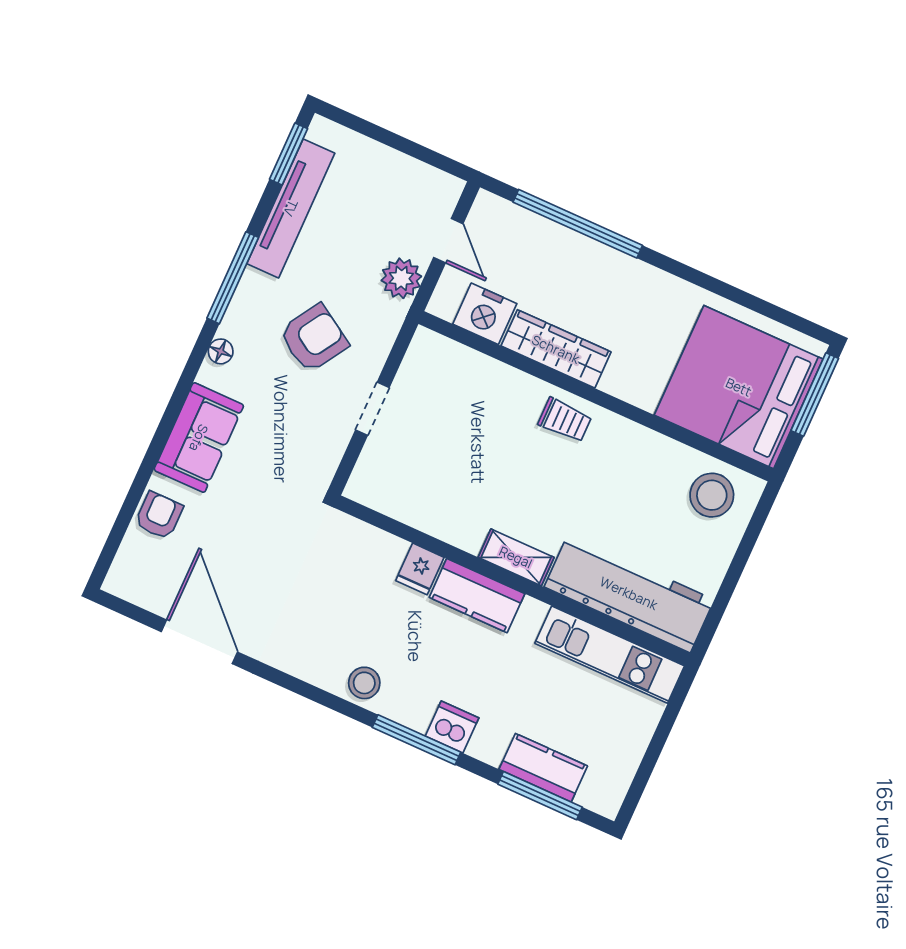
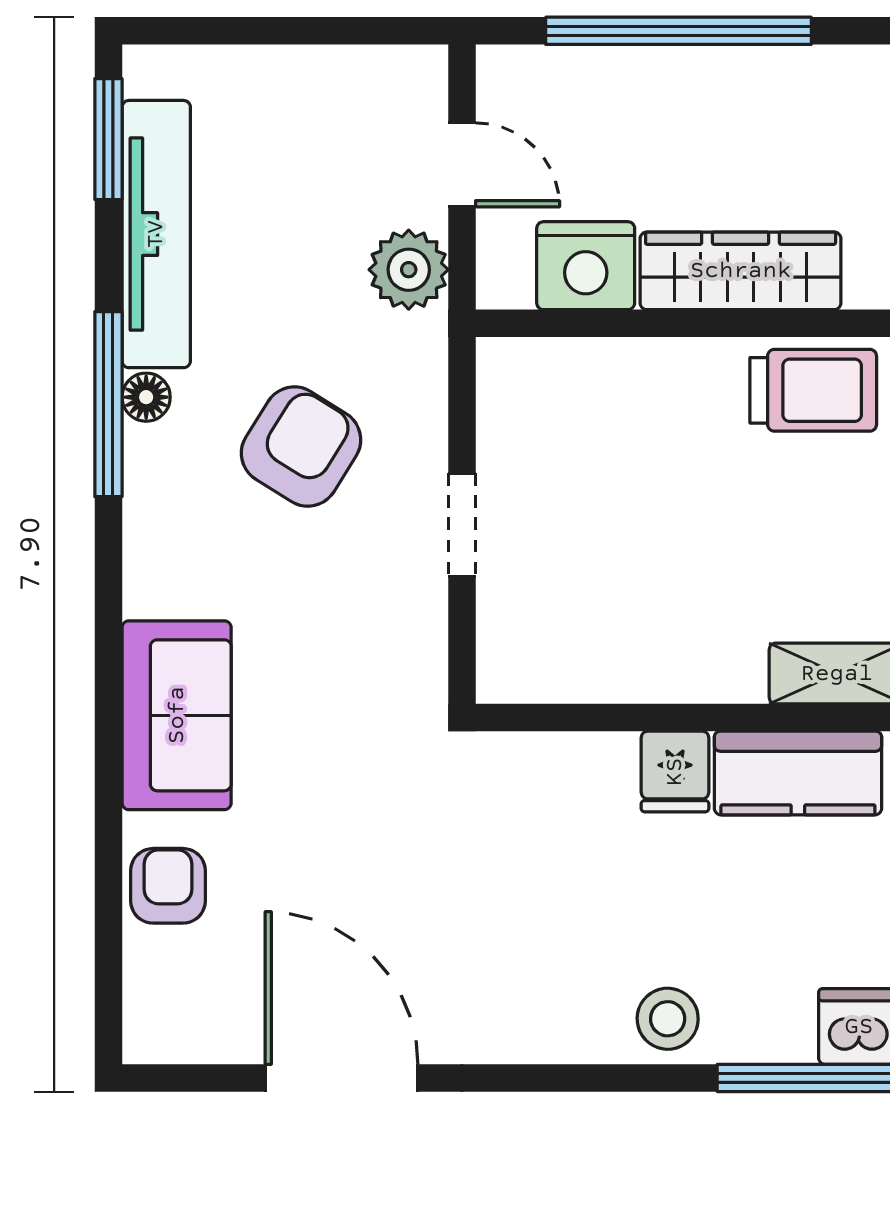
floor lamp: (221, 351) -> (146, 397), moved
trolley: (565, 420) -> (813, 390), width x1.36, depth x1.39

